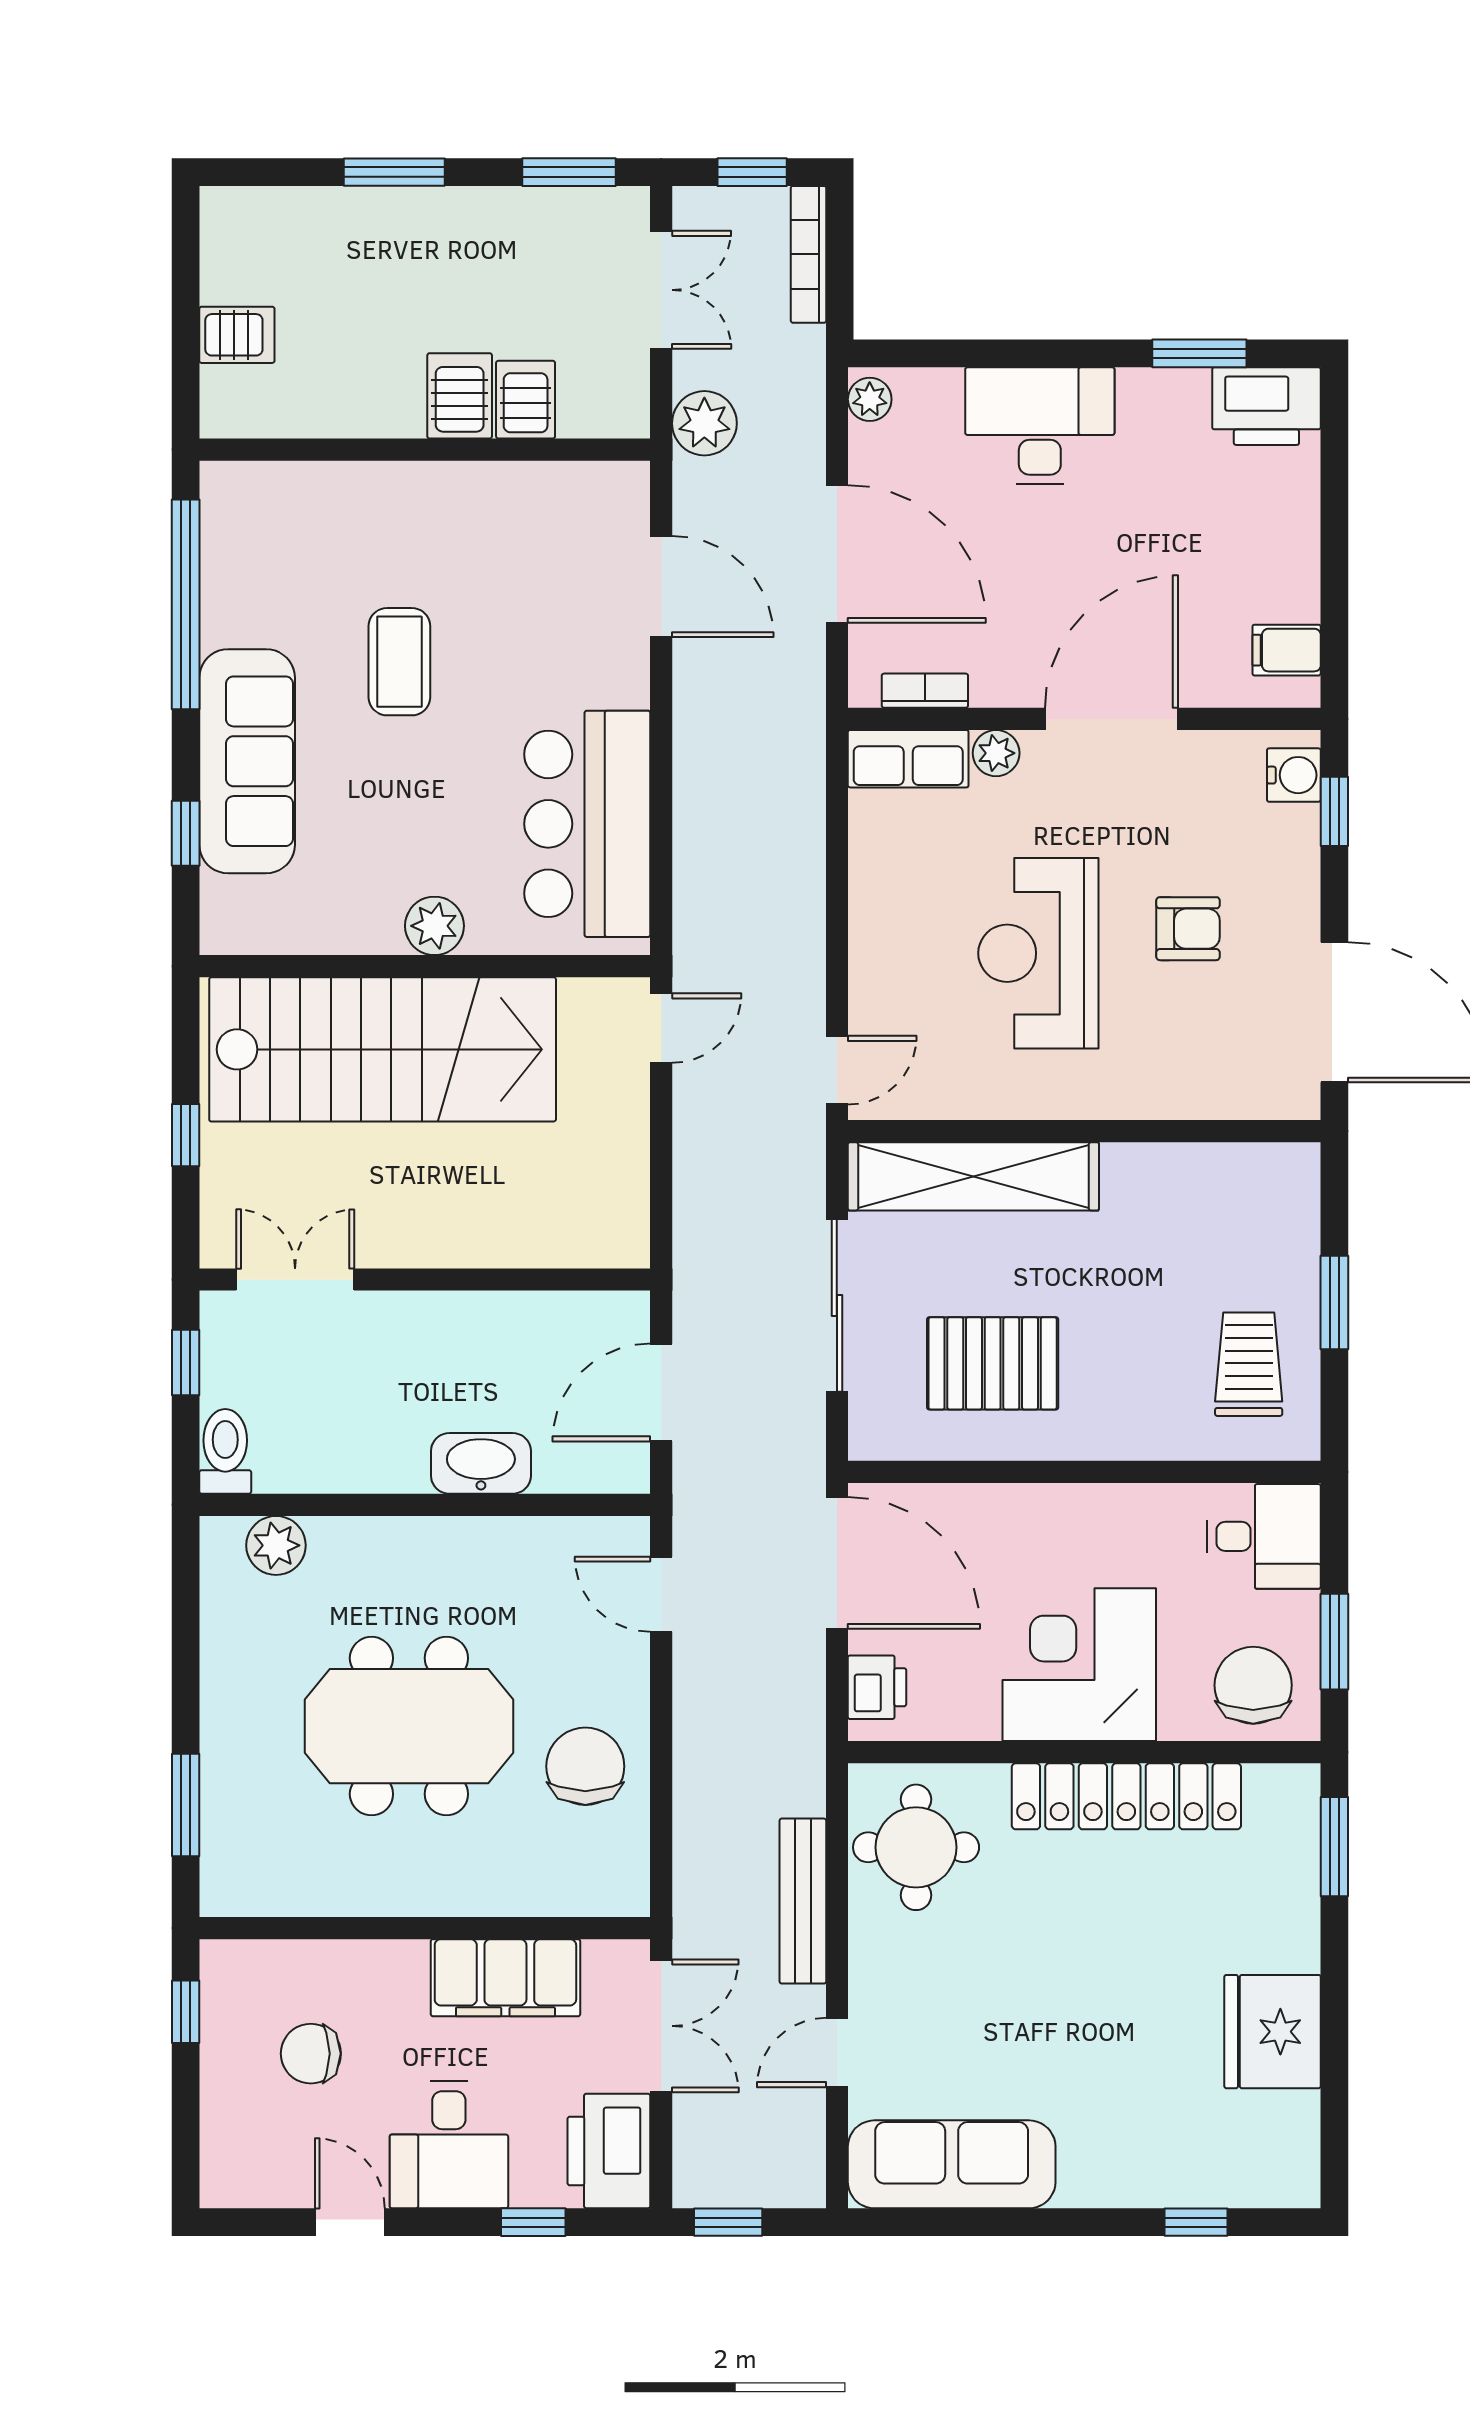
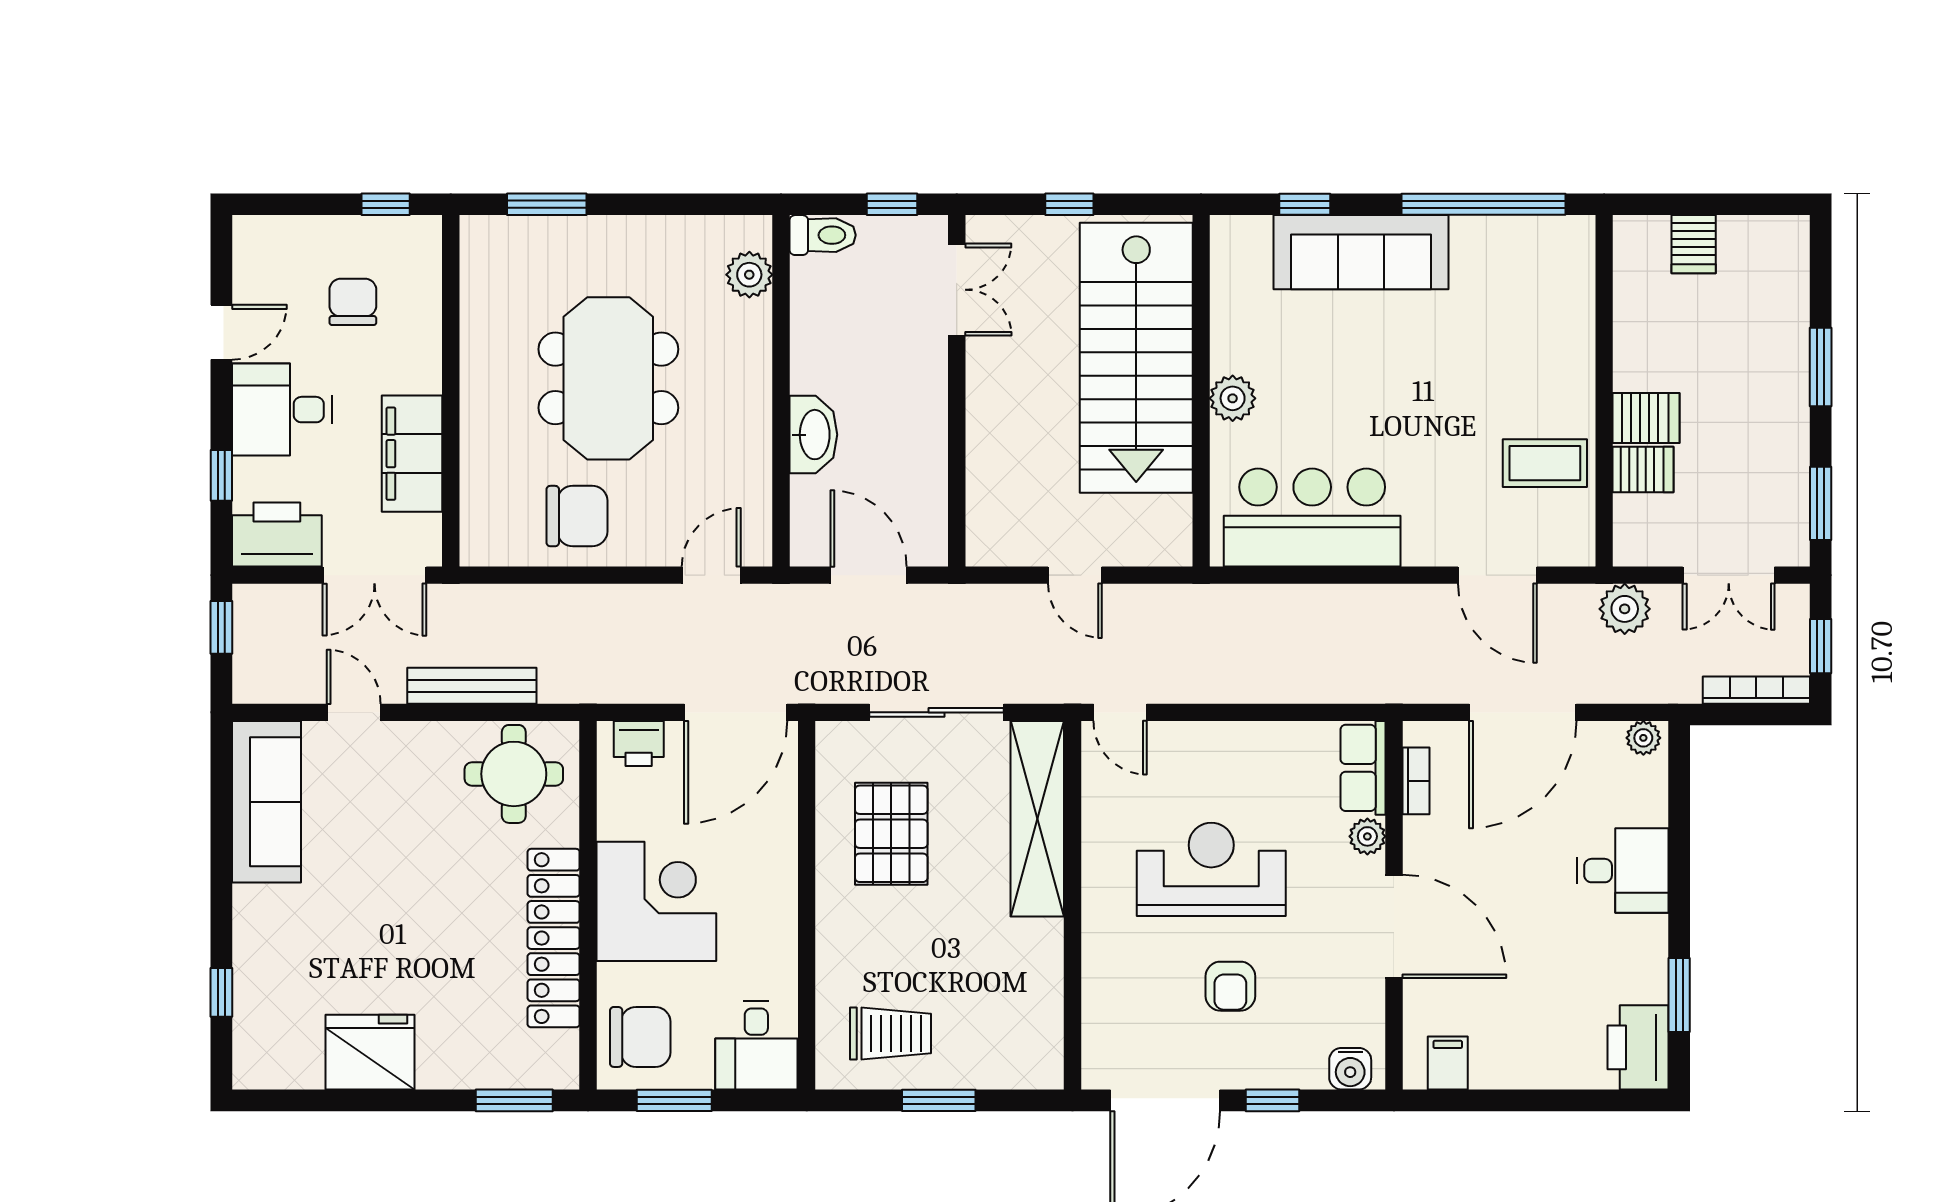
desk: (1040, 426) -> (1623, 871), width x0.73
door: (661, 586) -> (1497, 575), hinge flipped
coffee table: (399, 662) -> (1545, 463), moved
window: (1334, 811) -> (1273, 1100), moved
door: (661, 1028) -> (1075, 575), moved

